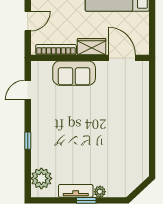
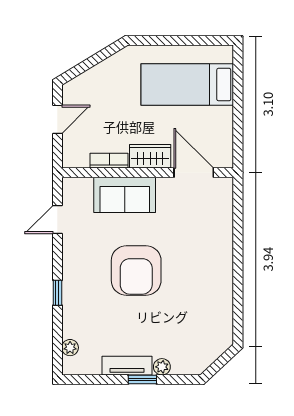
bookcase: (56, 50) -> (109, 161), width x0.64
armchair: (82, 125) -> (136, 270), added
plant: (41, 178) -> (70, 348), width x0.53, depth x0.53

